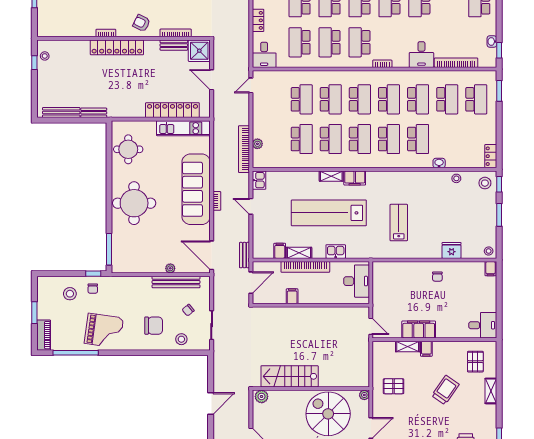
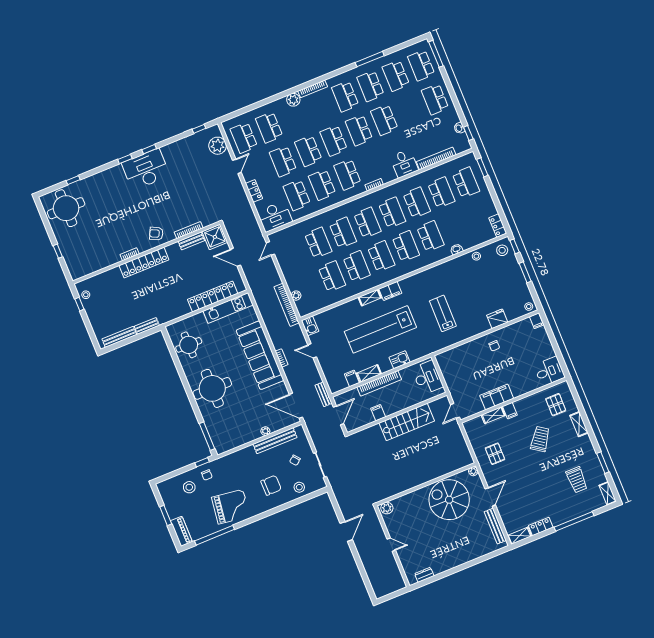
desk: (264, 55) -> (275, 217), width x1.37
door: (371, 326) -> (455, 411), swing flipped
stairs: (290, 376) -> (407, 422), moved, turned 180
pallet: (394, 386) -> (495, 454), turned 90

